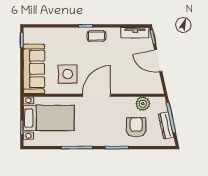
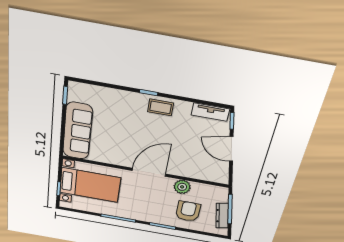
side table: (68, 74) -> (118, 144), removed
plant: (143, 104) -> (182, 187), moved

